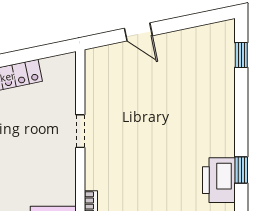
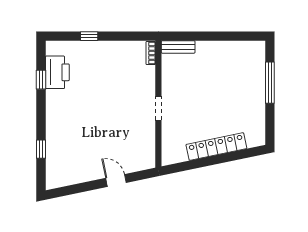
window: (241, 55) -> (41, 149), moved

